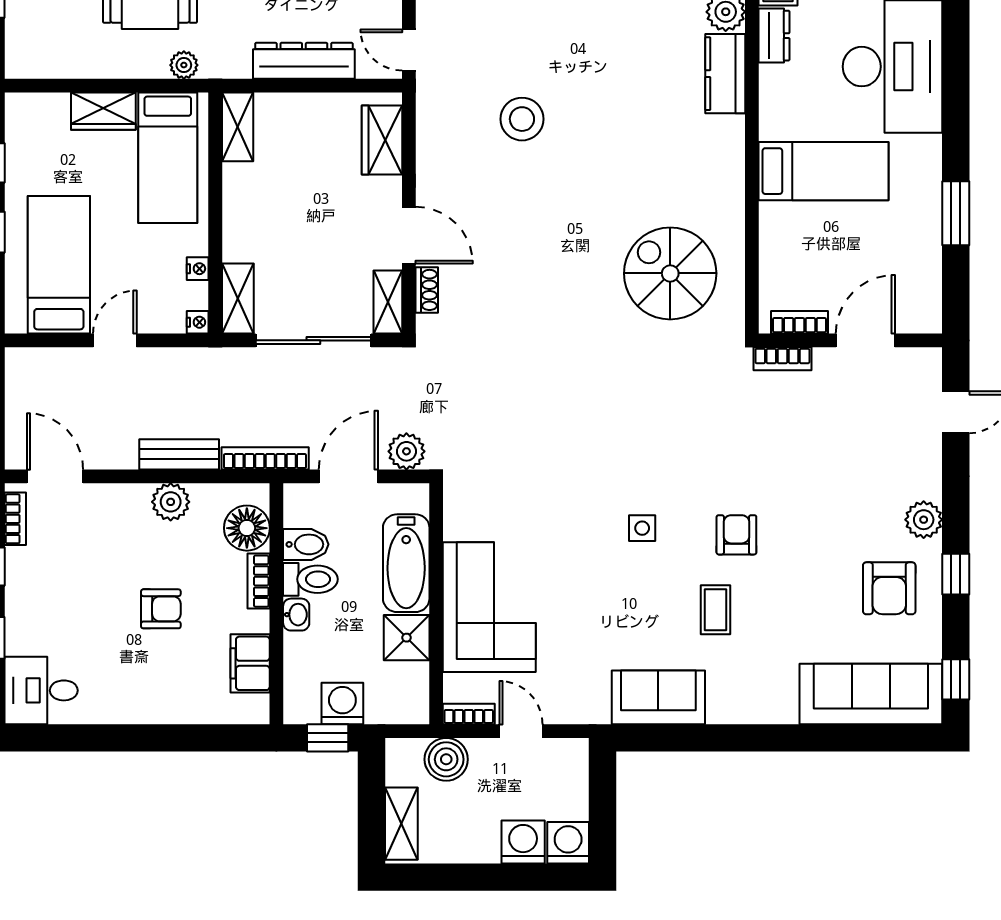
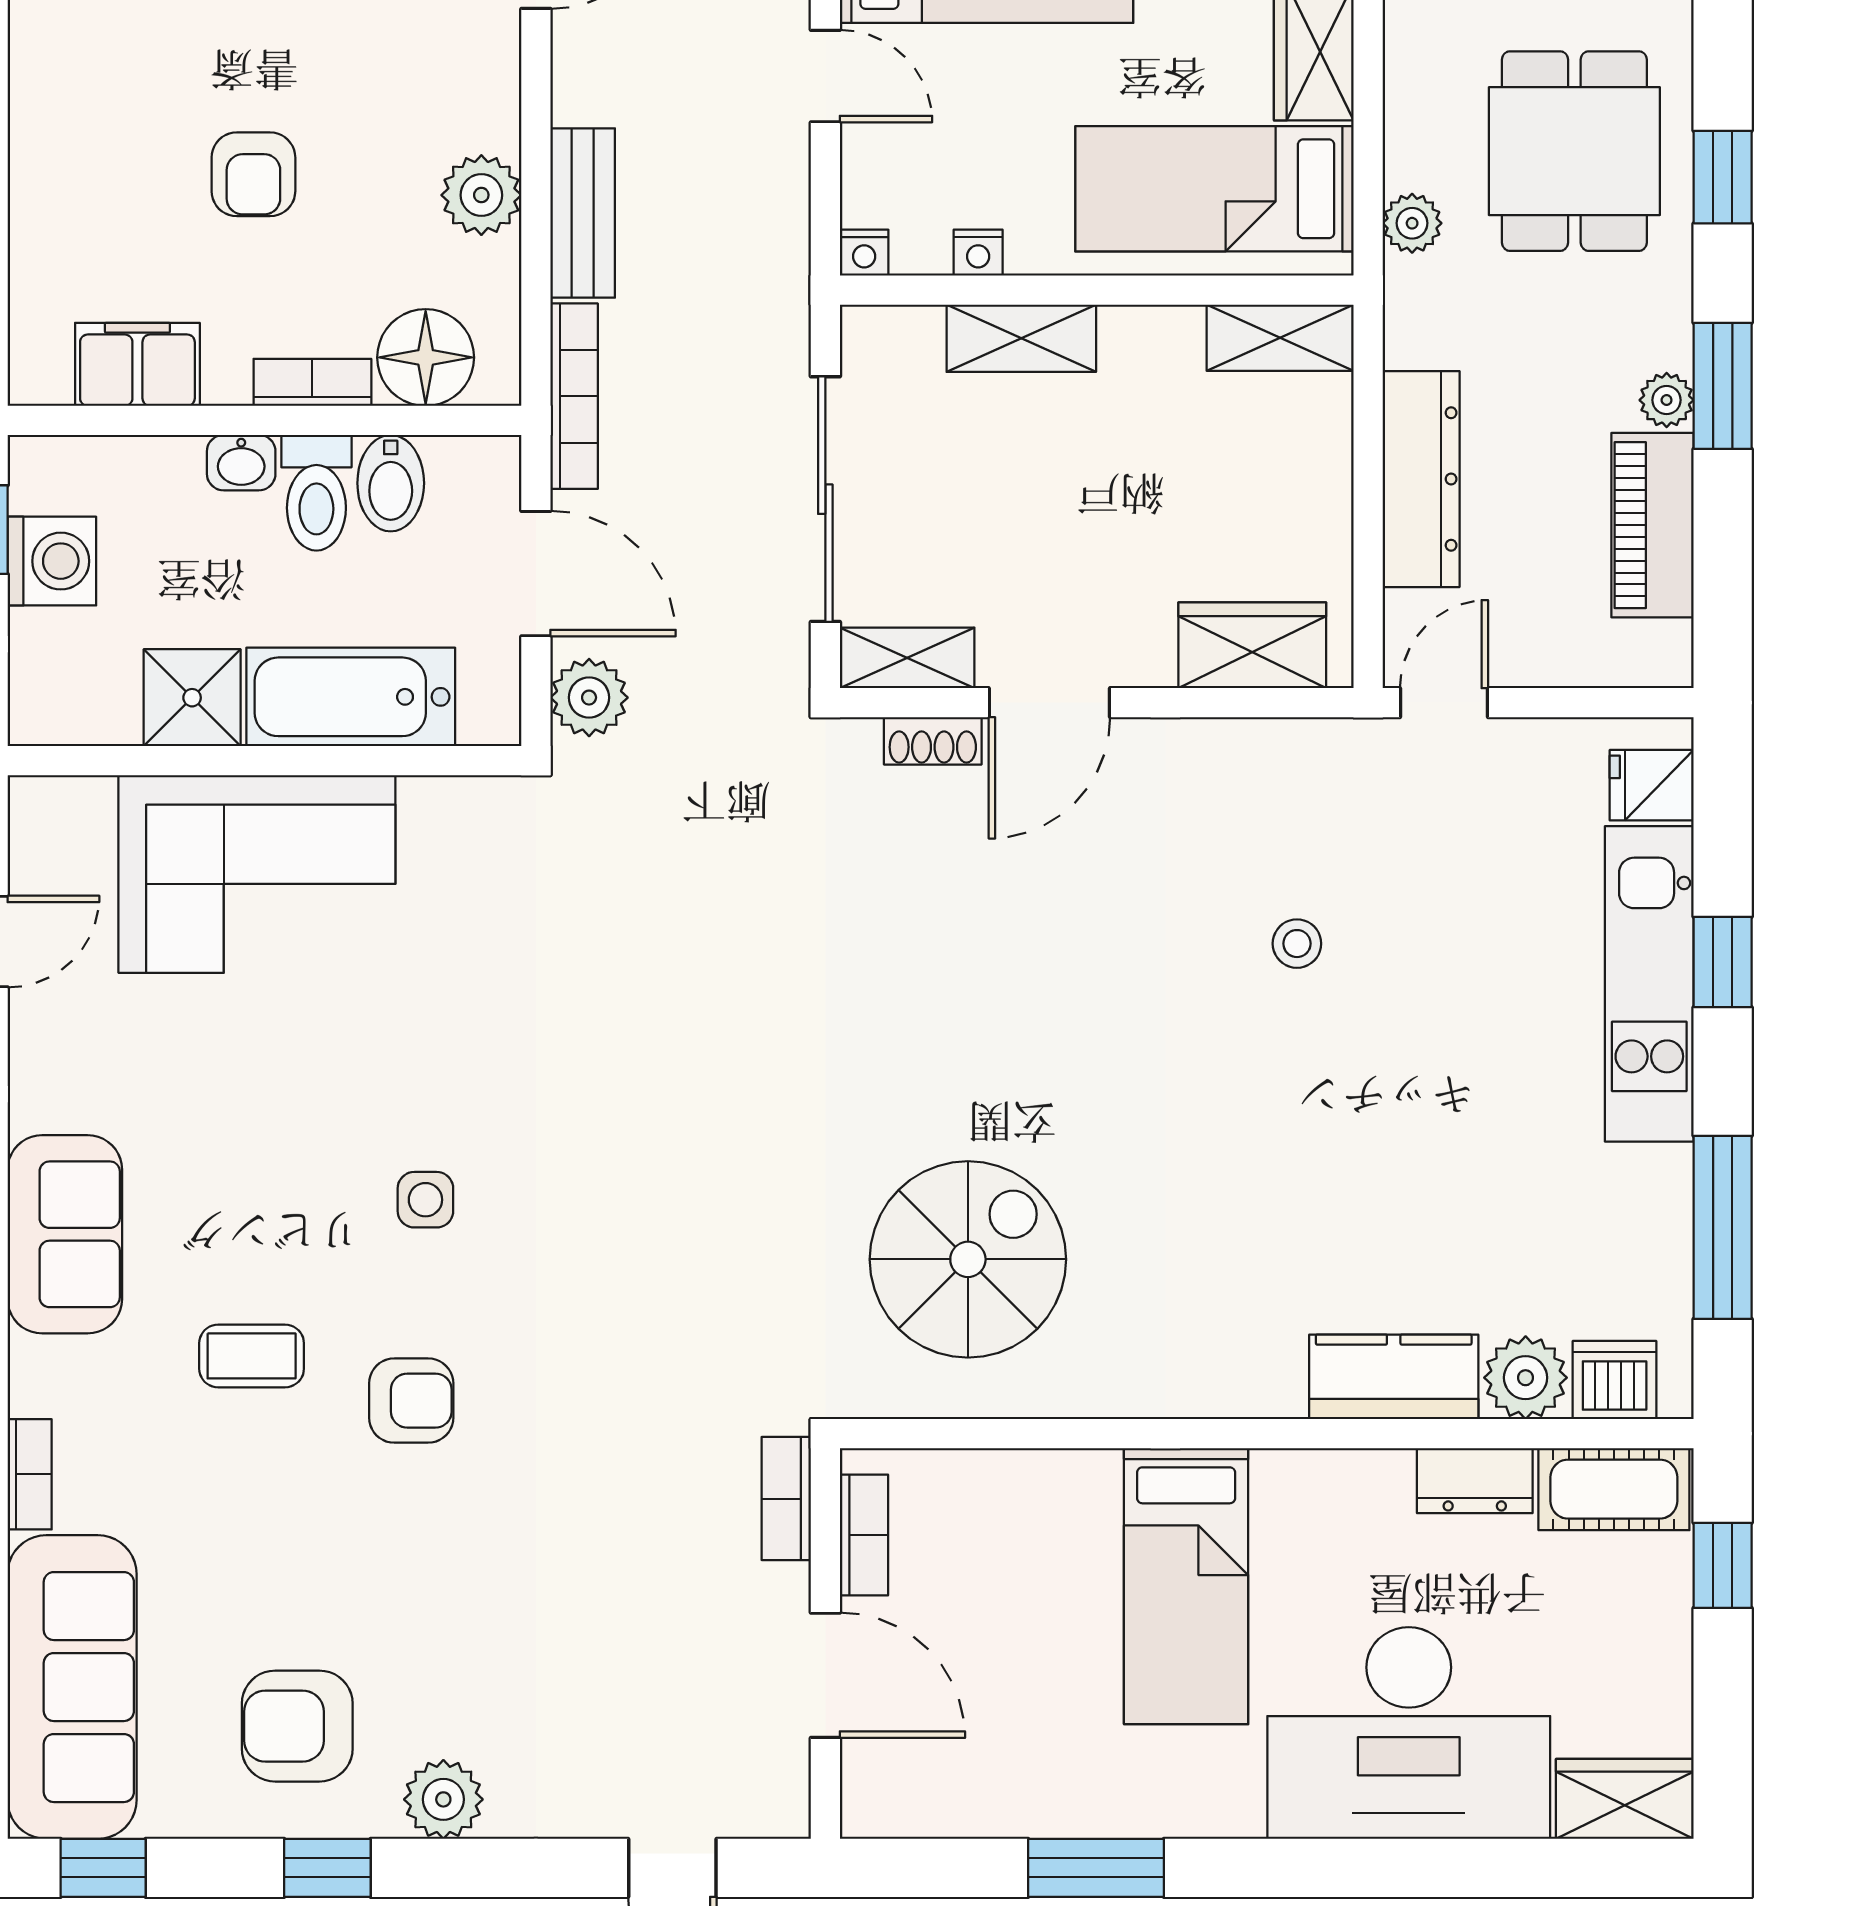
stool: (522, 119) -> (1297, 944), width x0.53, depth x0.53
shelving: (238, 299) -> (1021, 338), moved
bookcase: (469, 714) -> (30, 1474), moved

